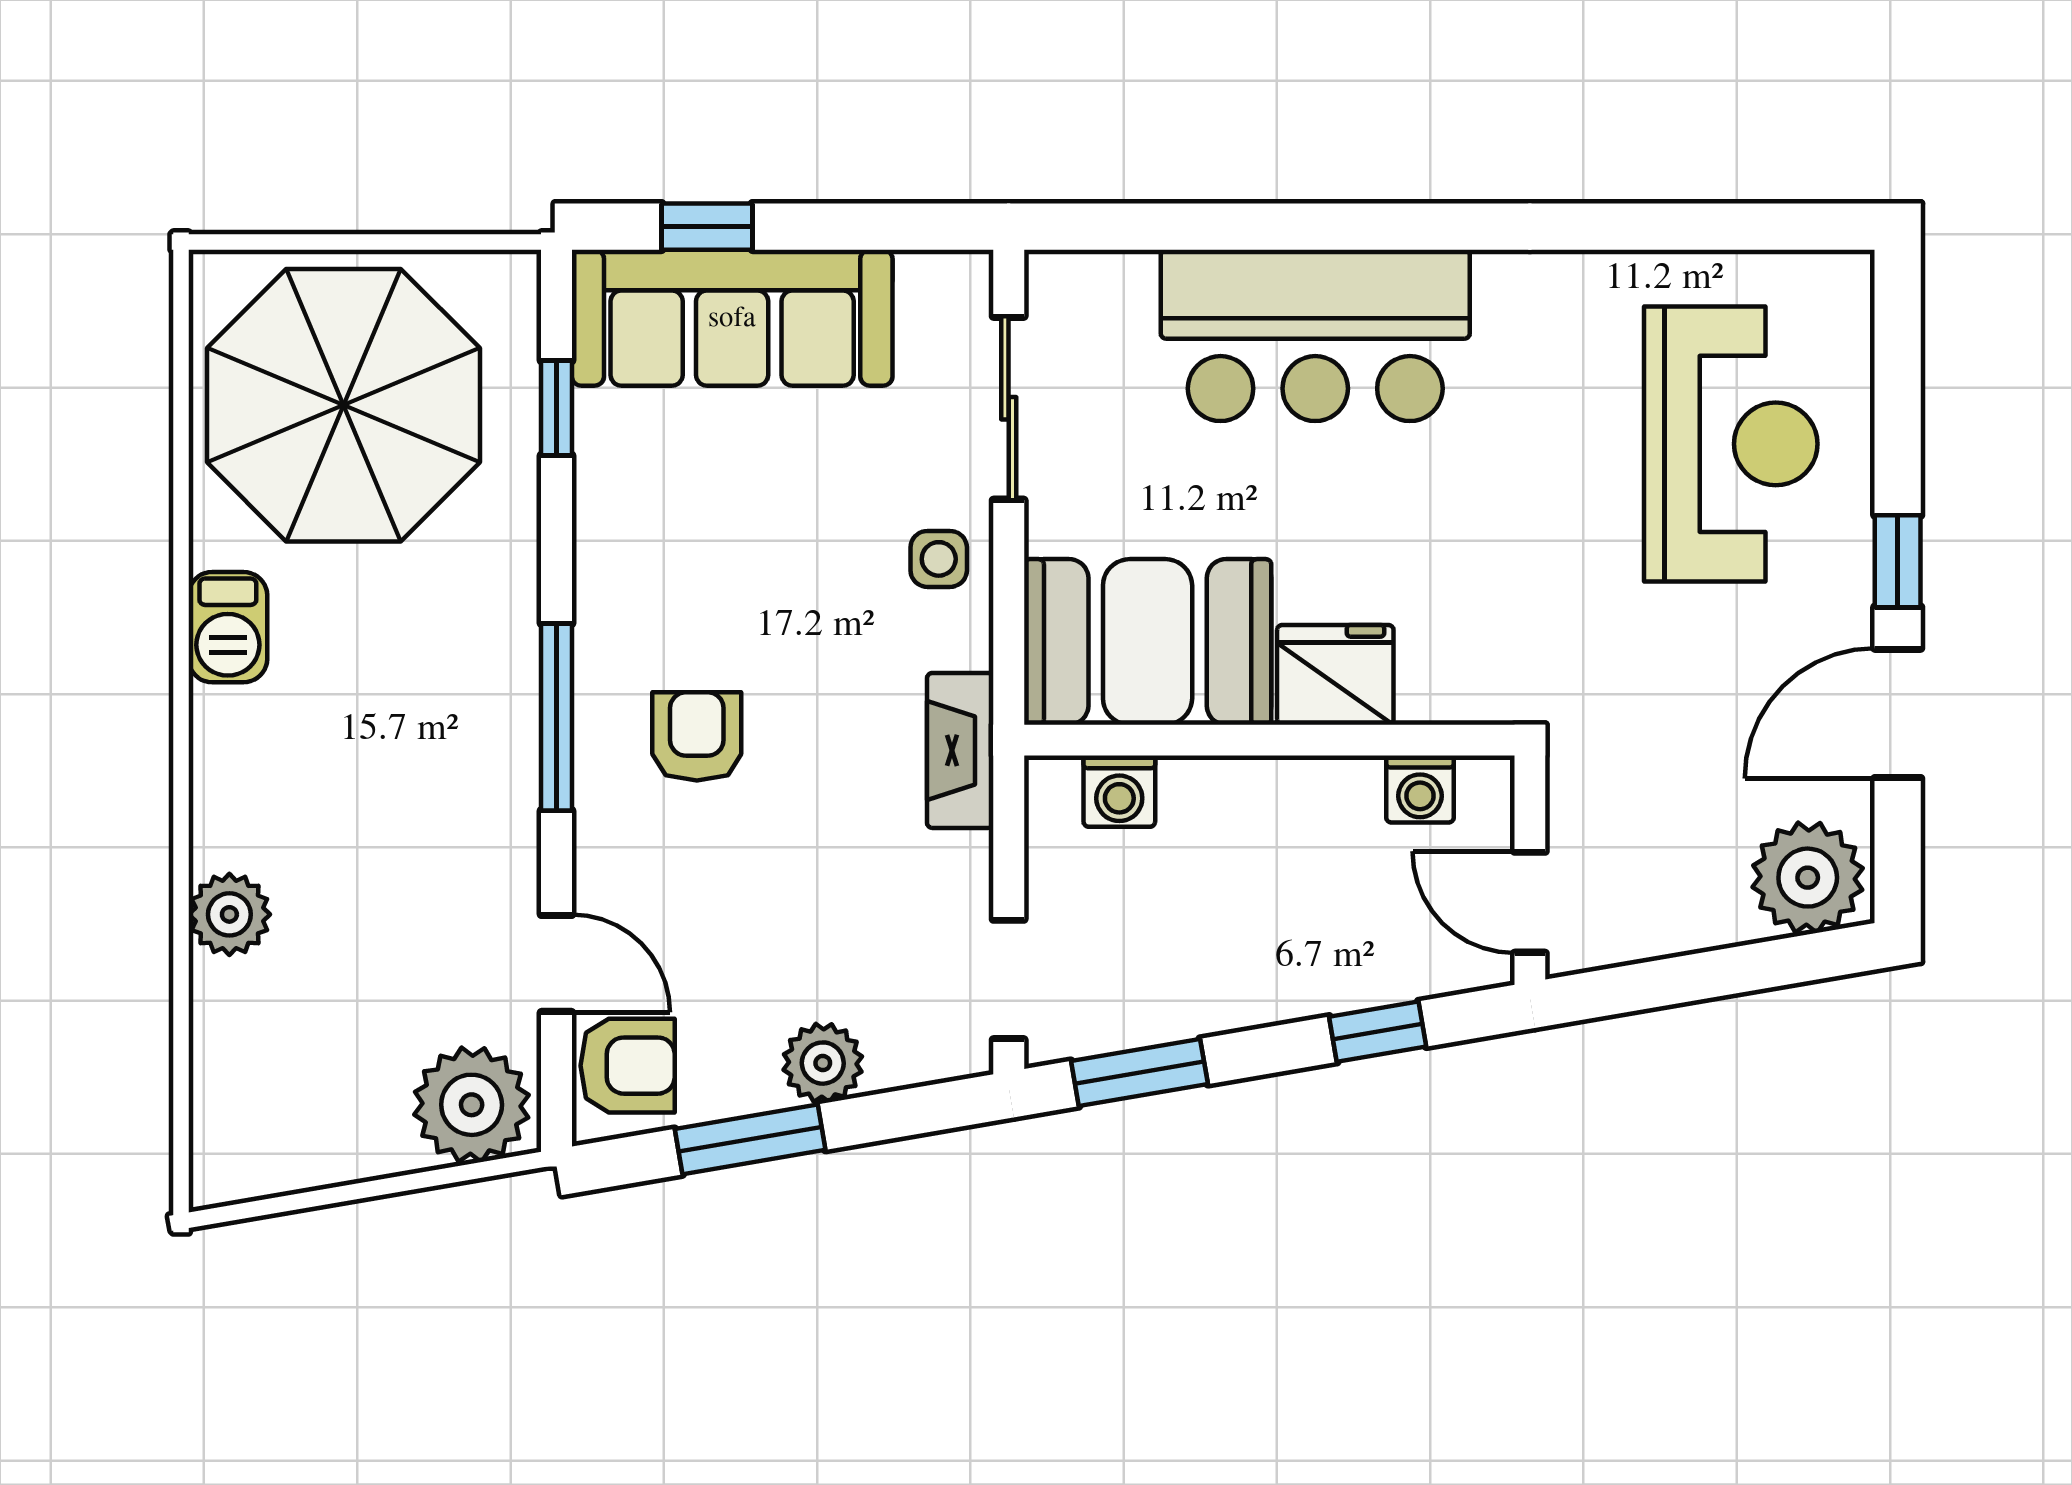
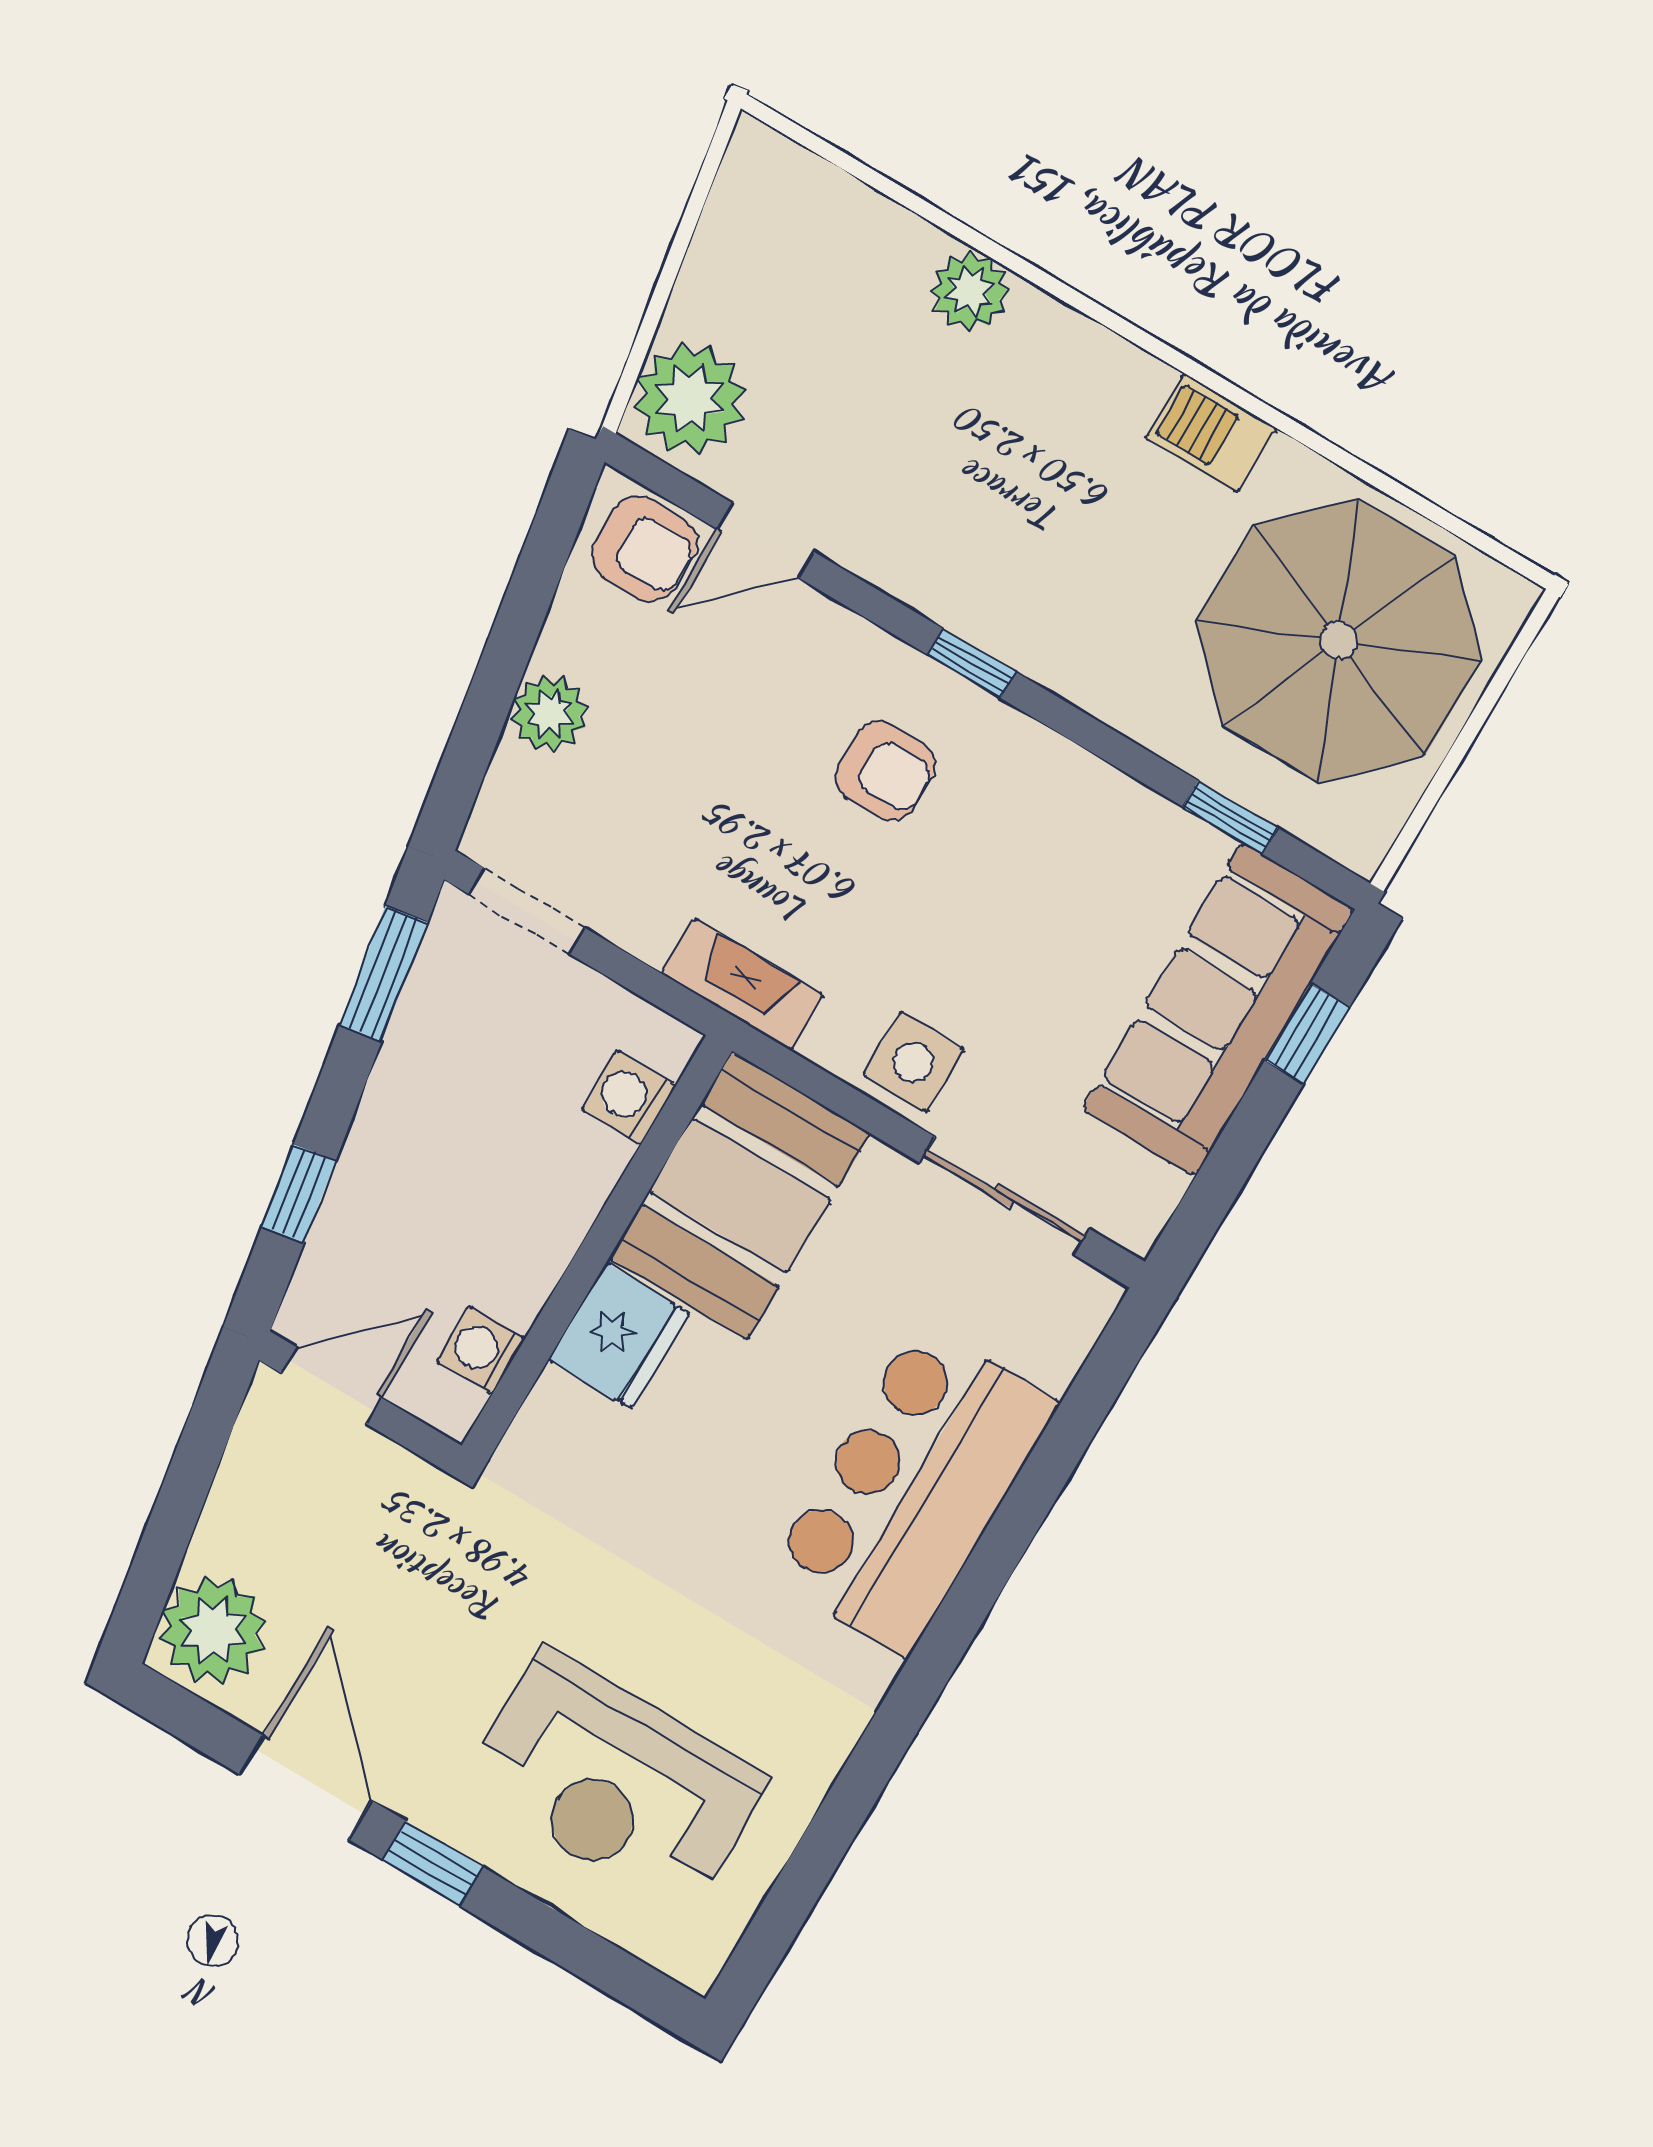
side table: (939, 559) -> (913, 1062), width x1.37, depth x1.37
window: (556, 717) -> (972, 663), width x0.46
armchair: (628, 1066) -> (645, 549), turned -90
window: (750, 1139) -> (522, 615), removed

